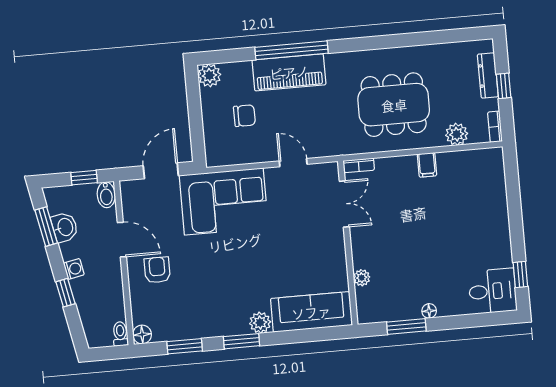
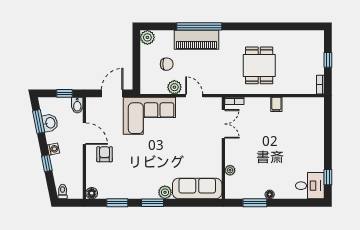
dresser: (488, 75) -> (319, 53), removed
dining table: (394, 105) -> (259, 65), width x0.73
plant: (457, 134) -> (174, 87), moved
toilet: (120, 334) -> (63, 192), moved

